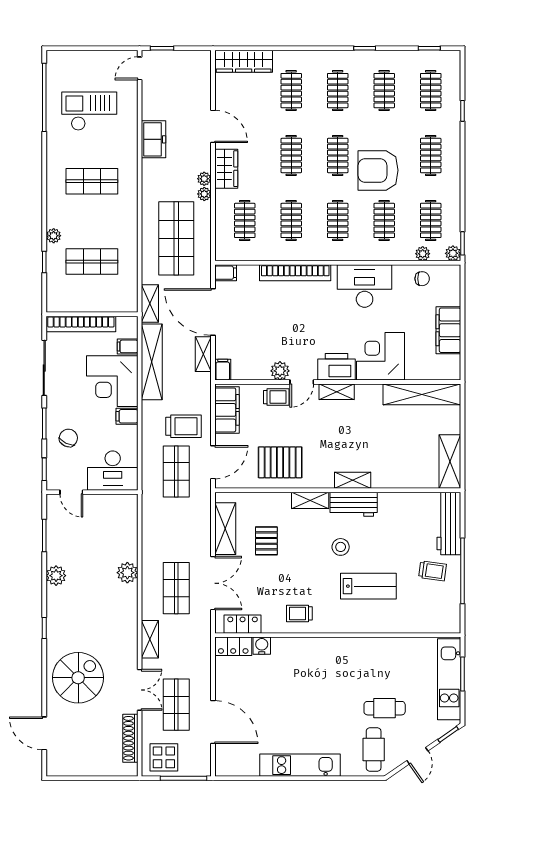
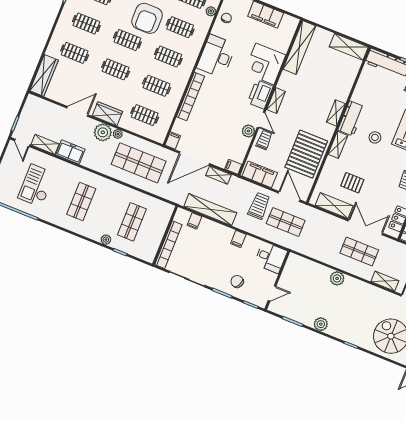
plant: (204, 179) -> (103, 132), width x1.88, depth x1.88
shelving: (150, 303) -> (45, 144), moved
corner desk: (112, 381) -> (212, 239), removed
pallet: (280, 462) -> (306, 154), width x1.37, depth x1.41
desk: (113, 471) -> (271, 257), width x0.73

